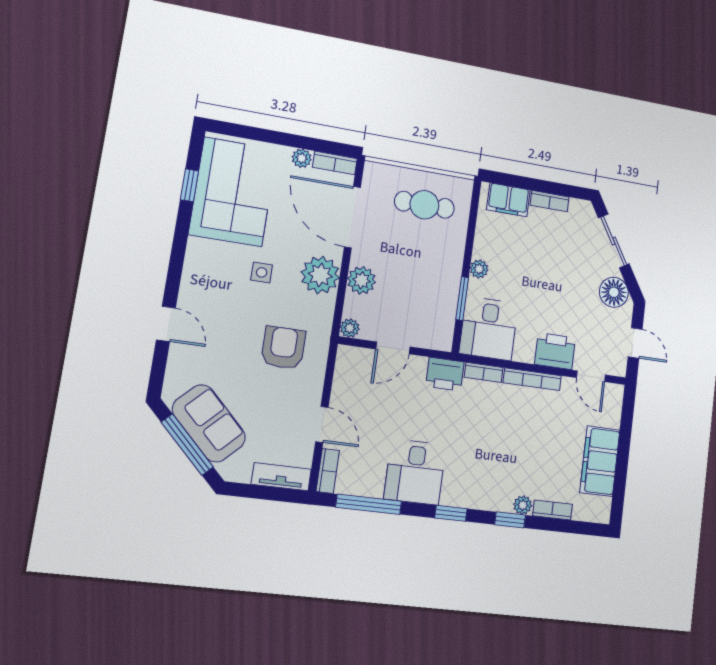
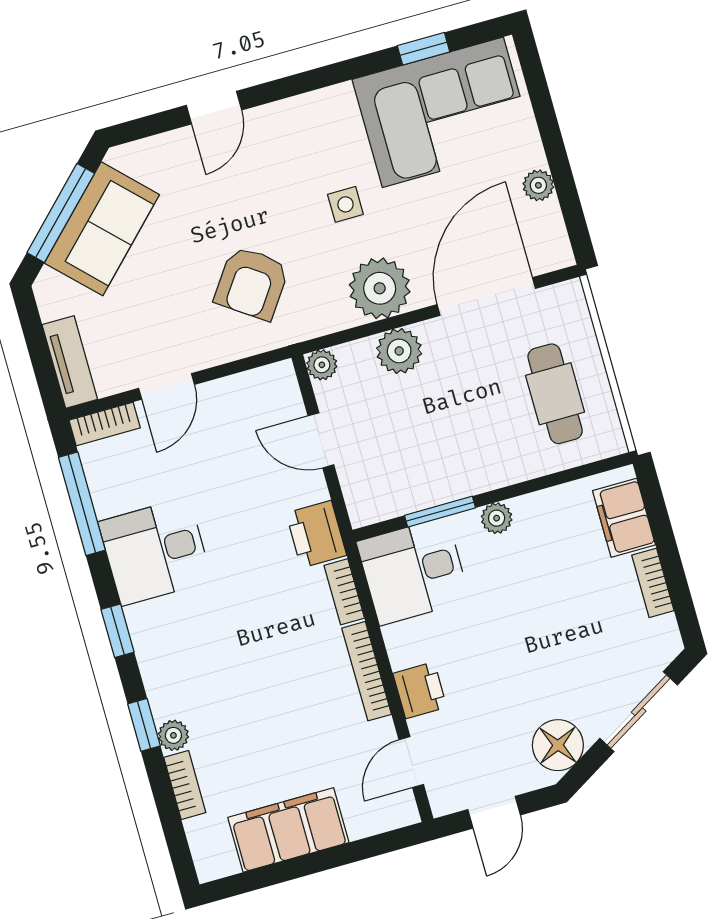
bookcase: (335, 163) -> (555, 236), removed
armchair: (283, 348) -> (252, 283), turned 125
printer: (555, 351) -> (420, 690), width x0.73, depth x0.81

